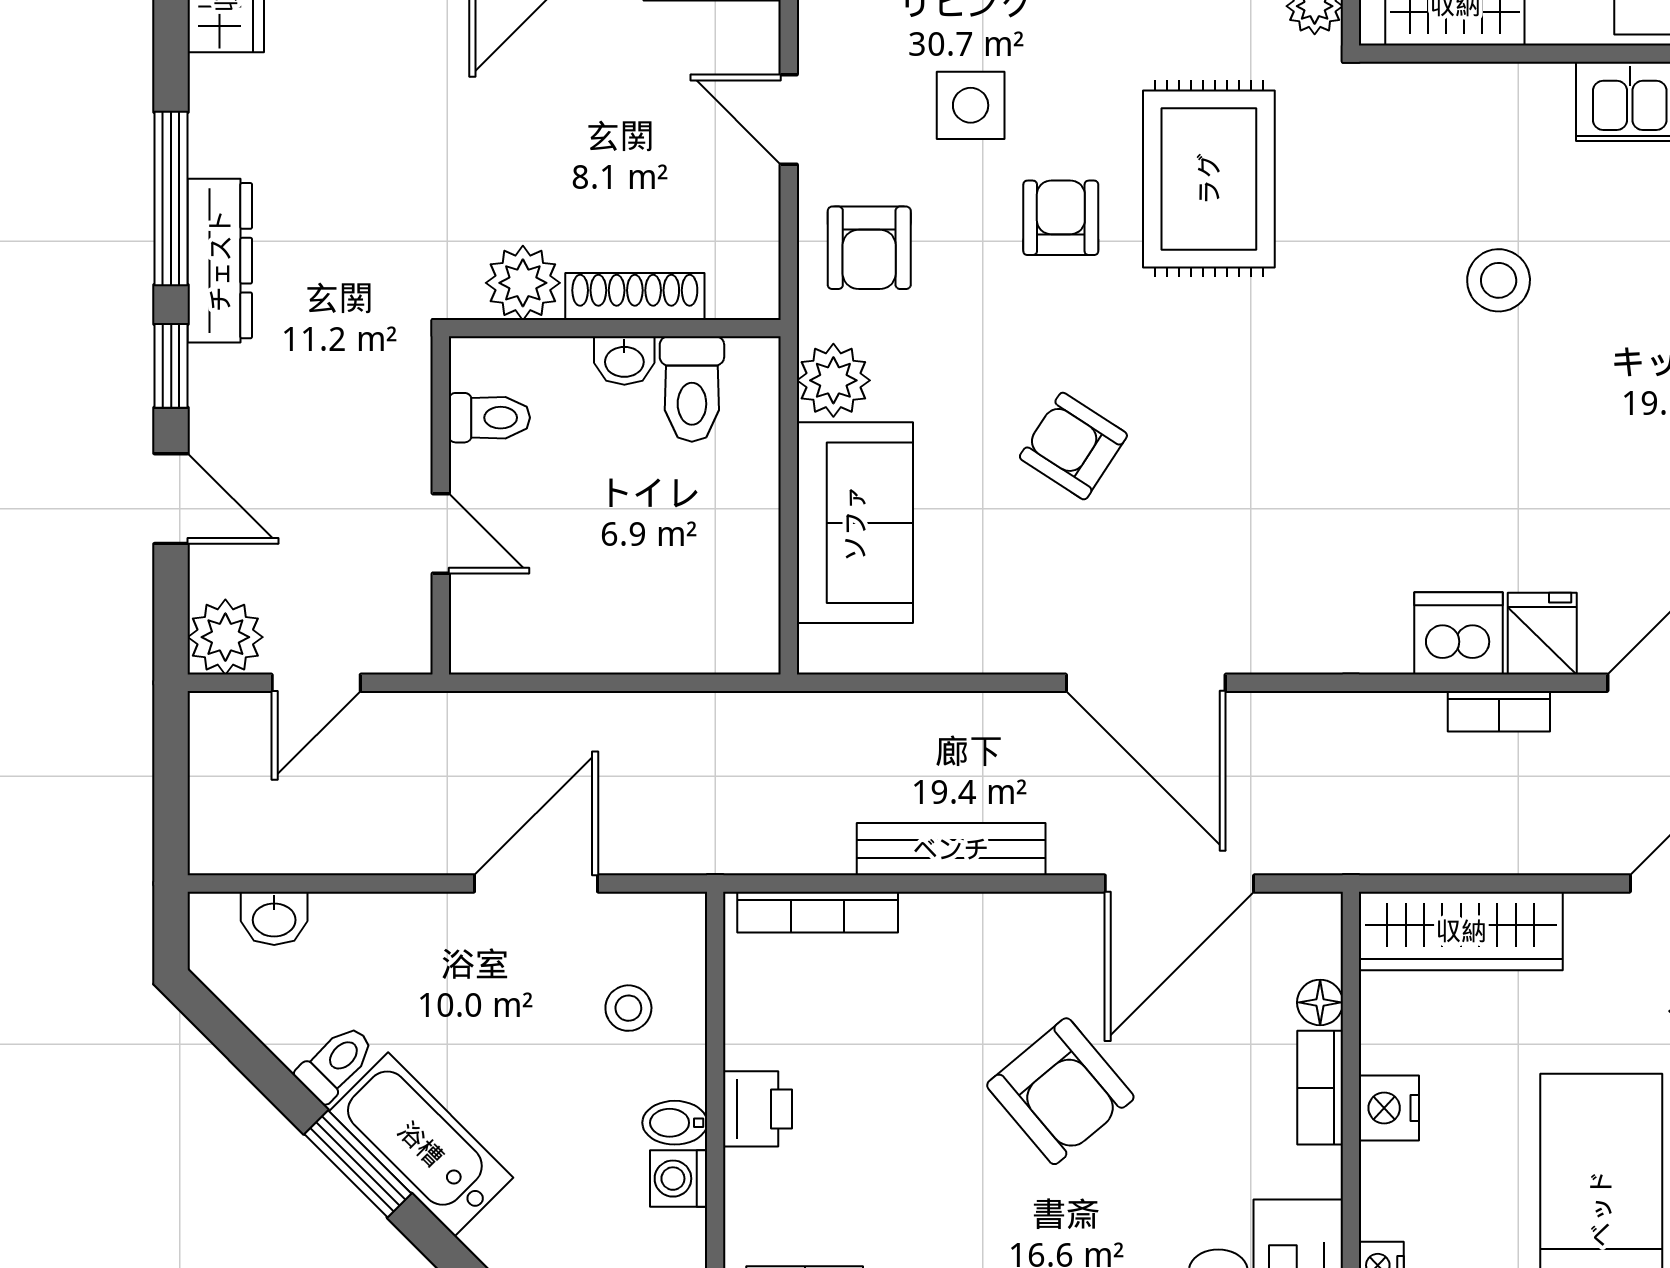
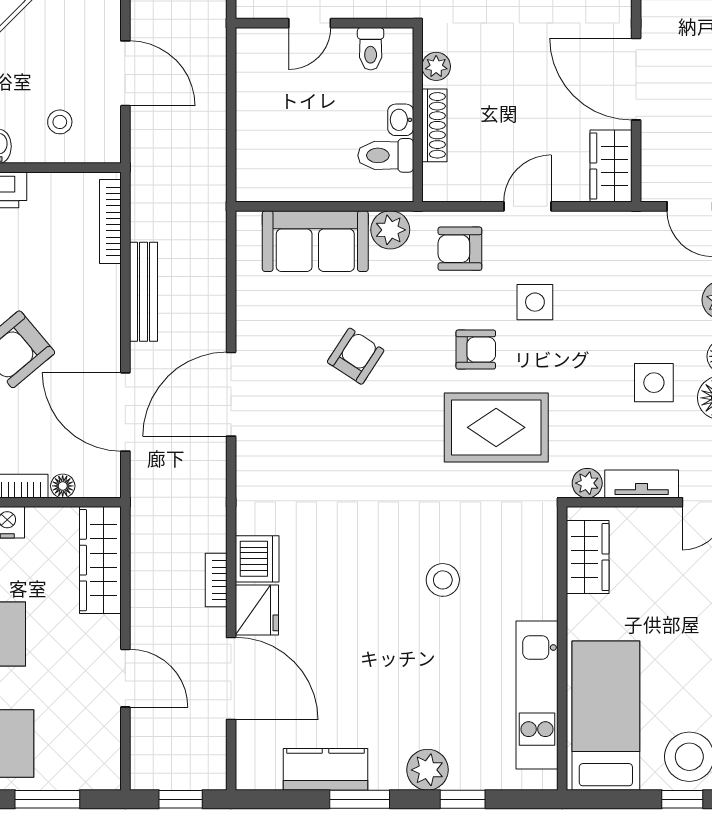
plant: (523, 283) -> (436, 66), width x0.73, depth x0.73
fridge: (1542, 634) -> (257, 610), width x1.38

